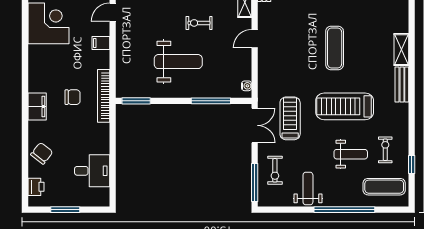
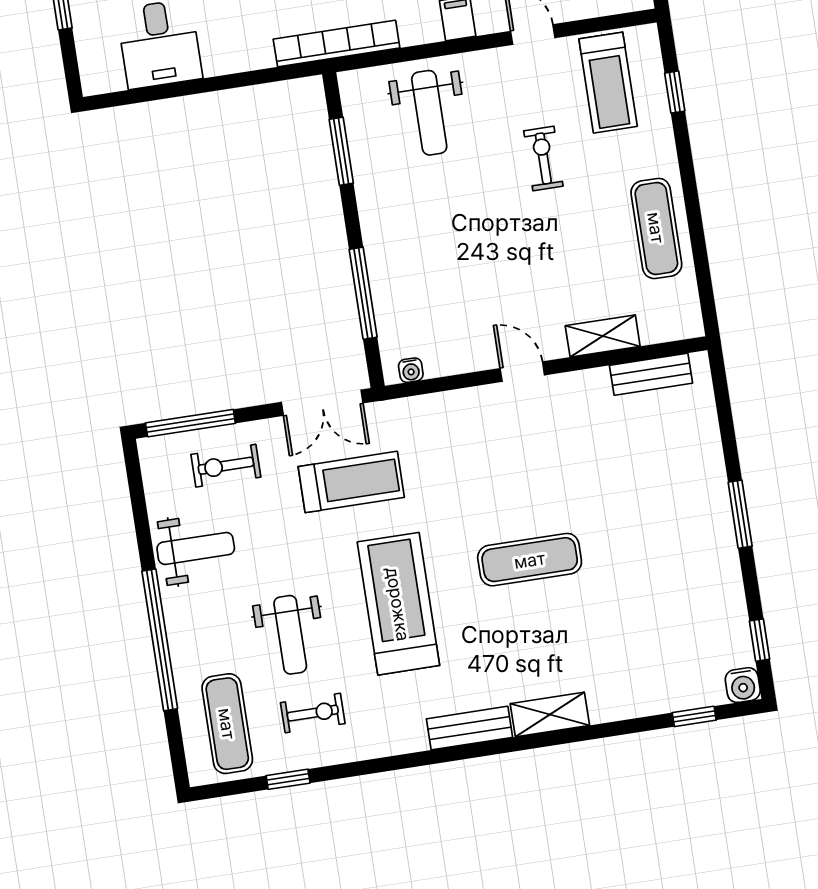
exercise bike: (199, 23) -> (543, 158), moved
weight bench: (178, 62) -> (429, 113), moved, width x0.73, depth x0.75
window: (136, 101) -> (341, 151), moved

